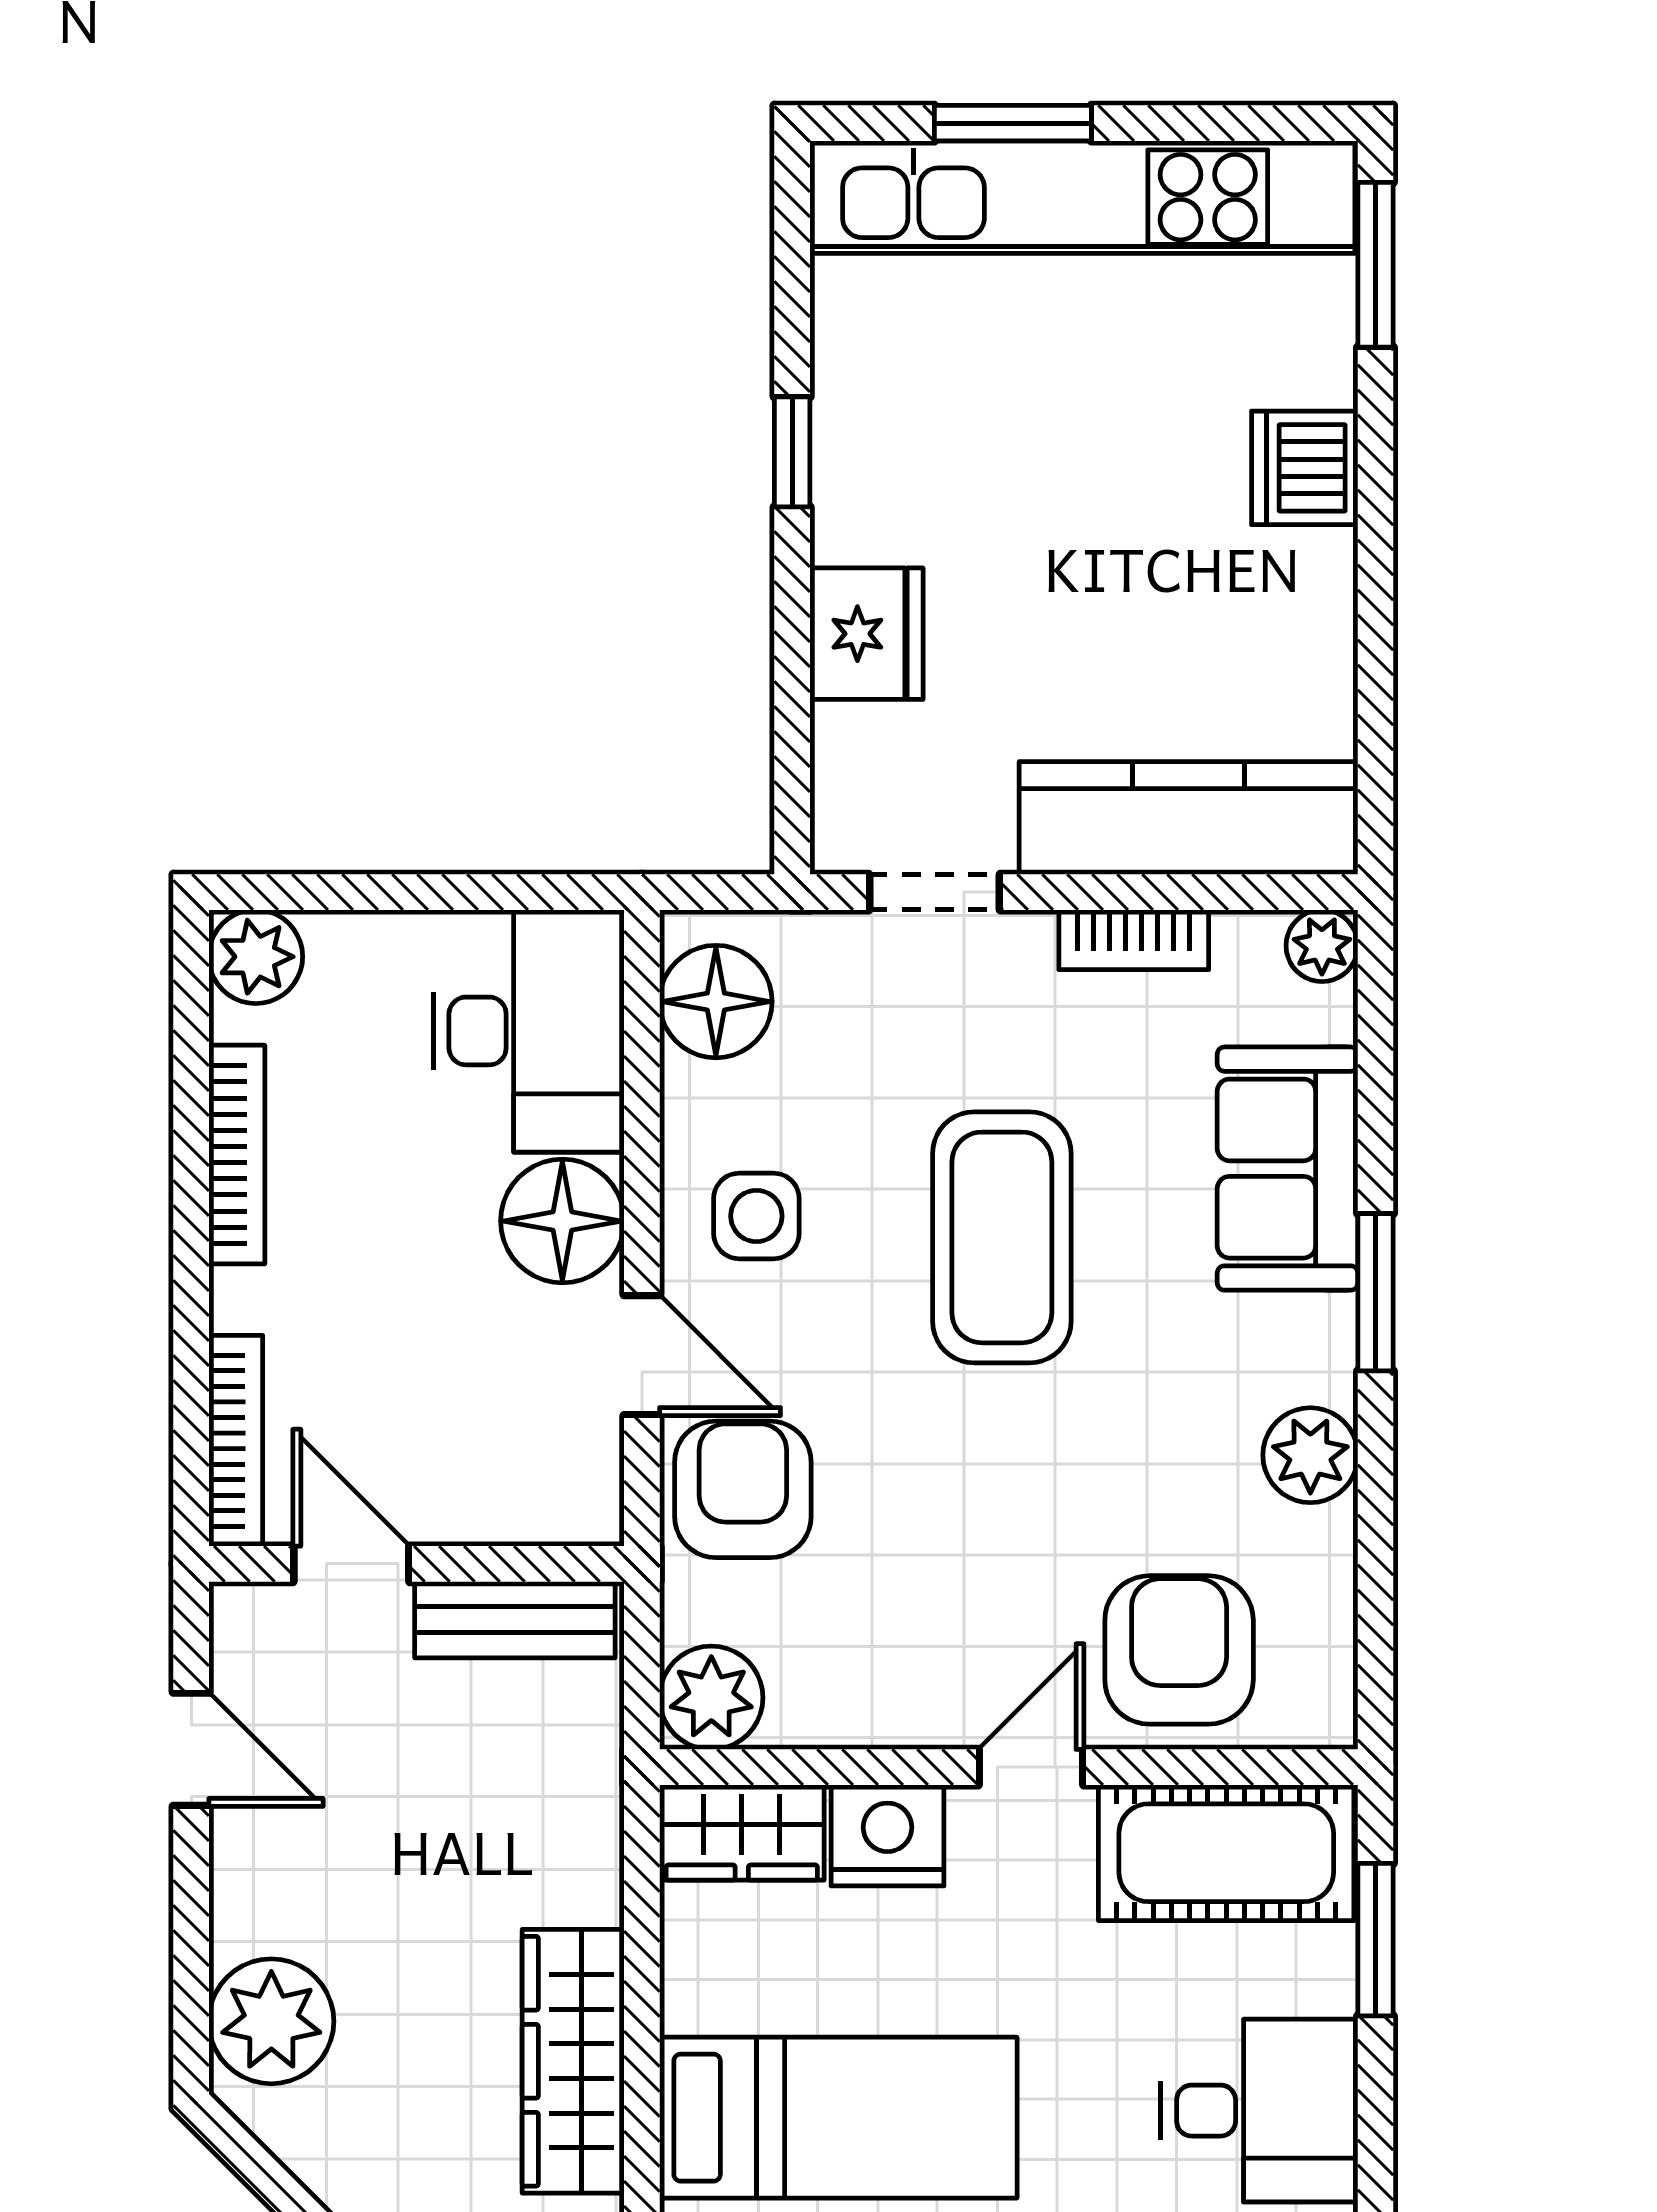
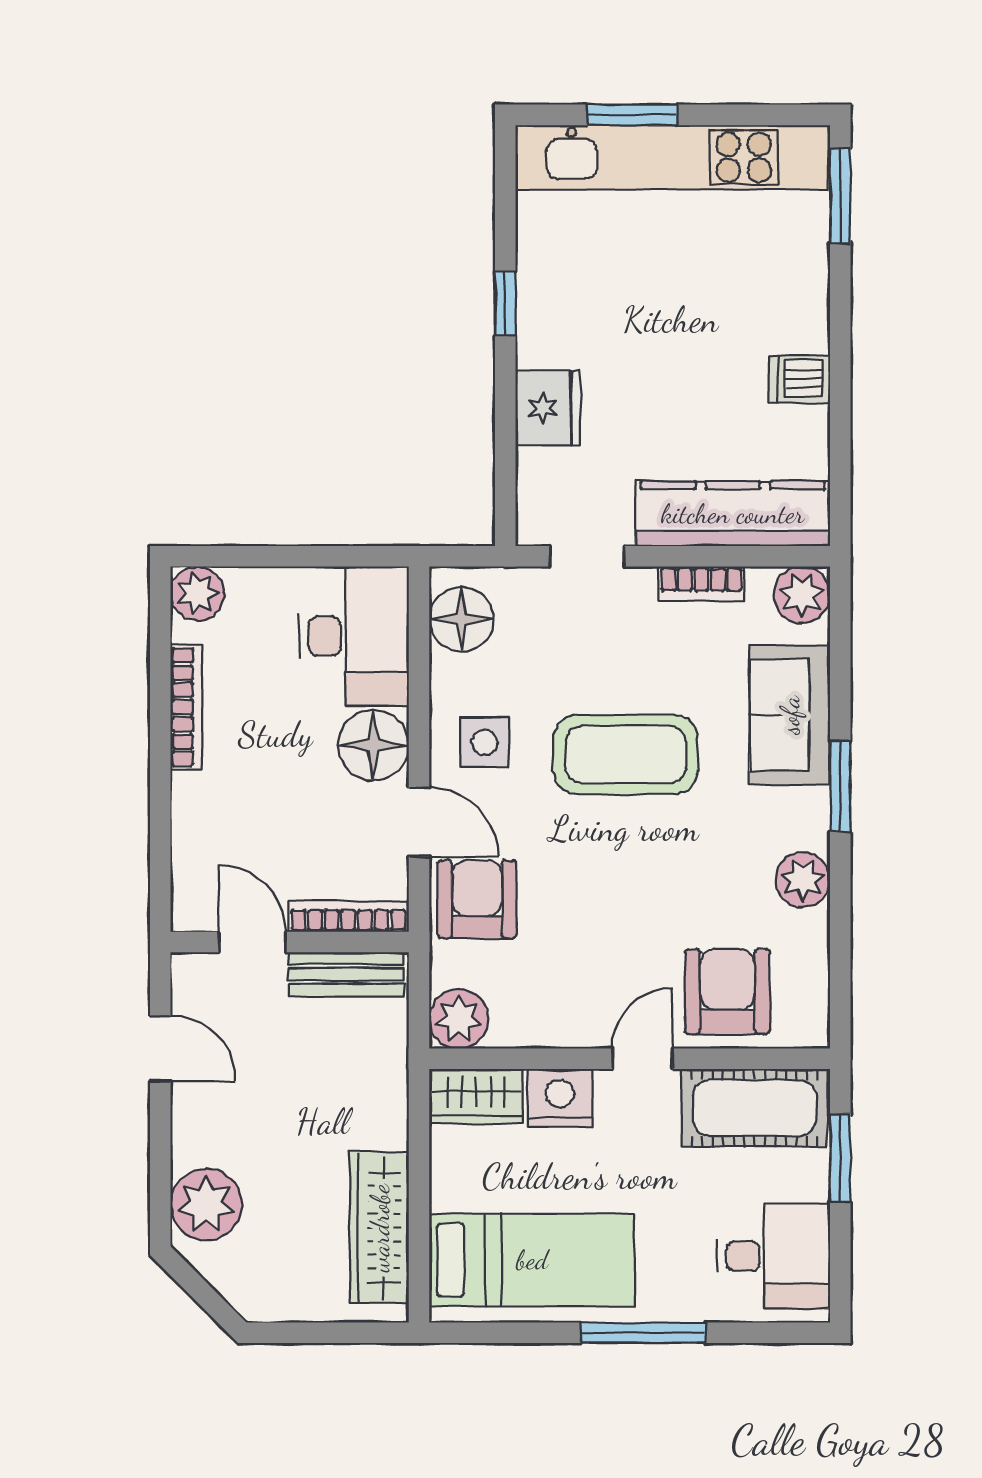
dishwasher: (1305, 468) -> (800, 379), moved, width x0.73
plant: (1322, 946) -> (802, 595), width x1.38, depth x1.38
coffee table: (1002, 1237) -> (626, 755), turned 90
bookcase: (236, 1441) -> (348, 916), moved, turned -90

